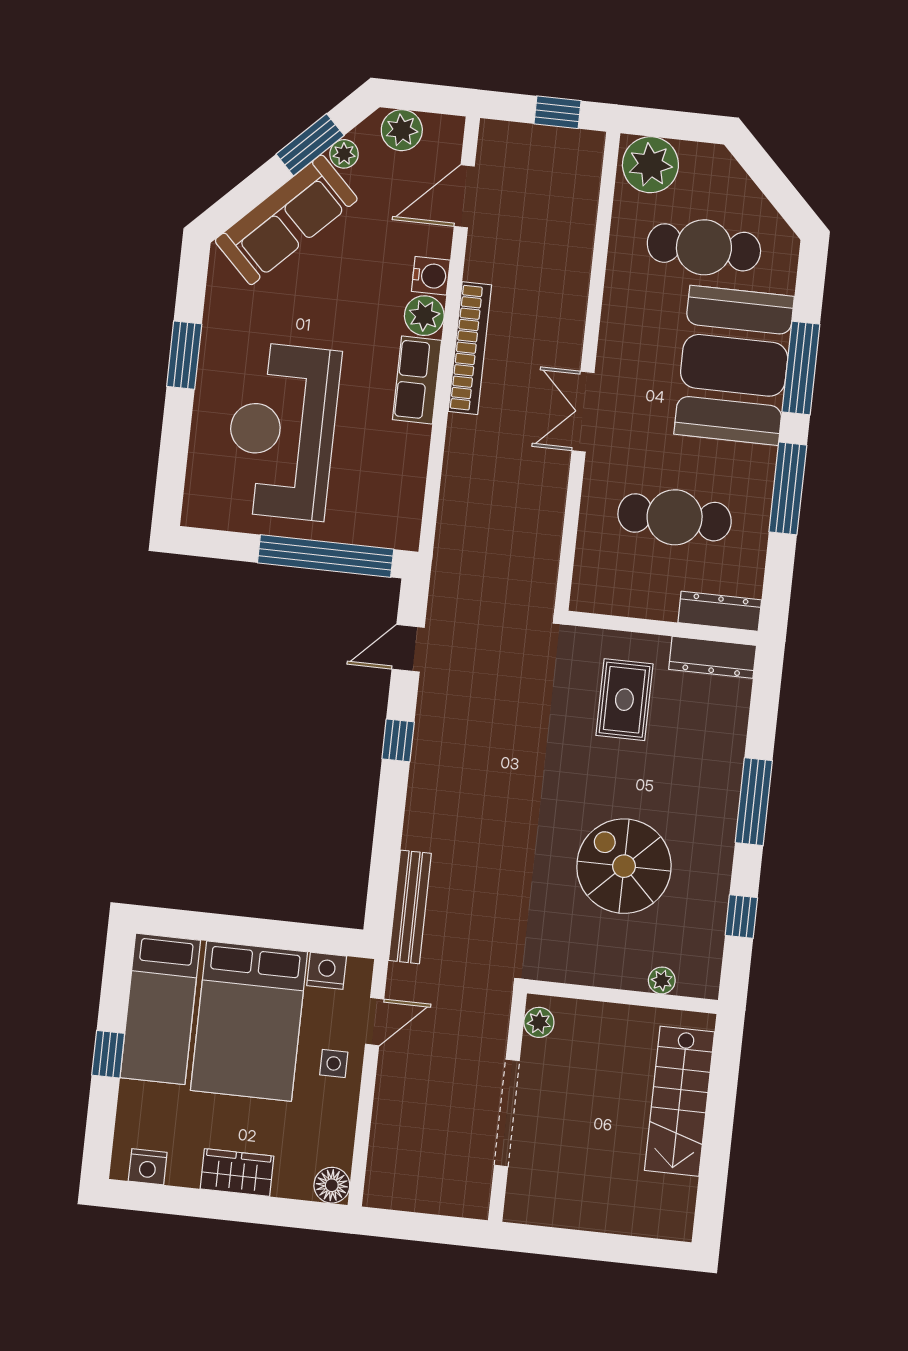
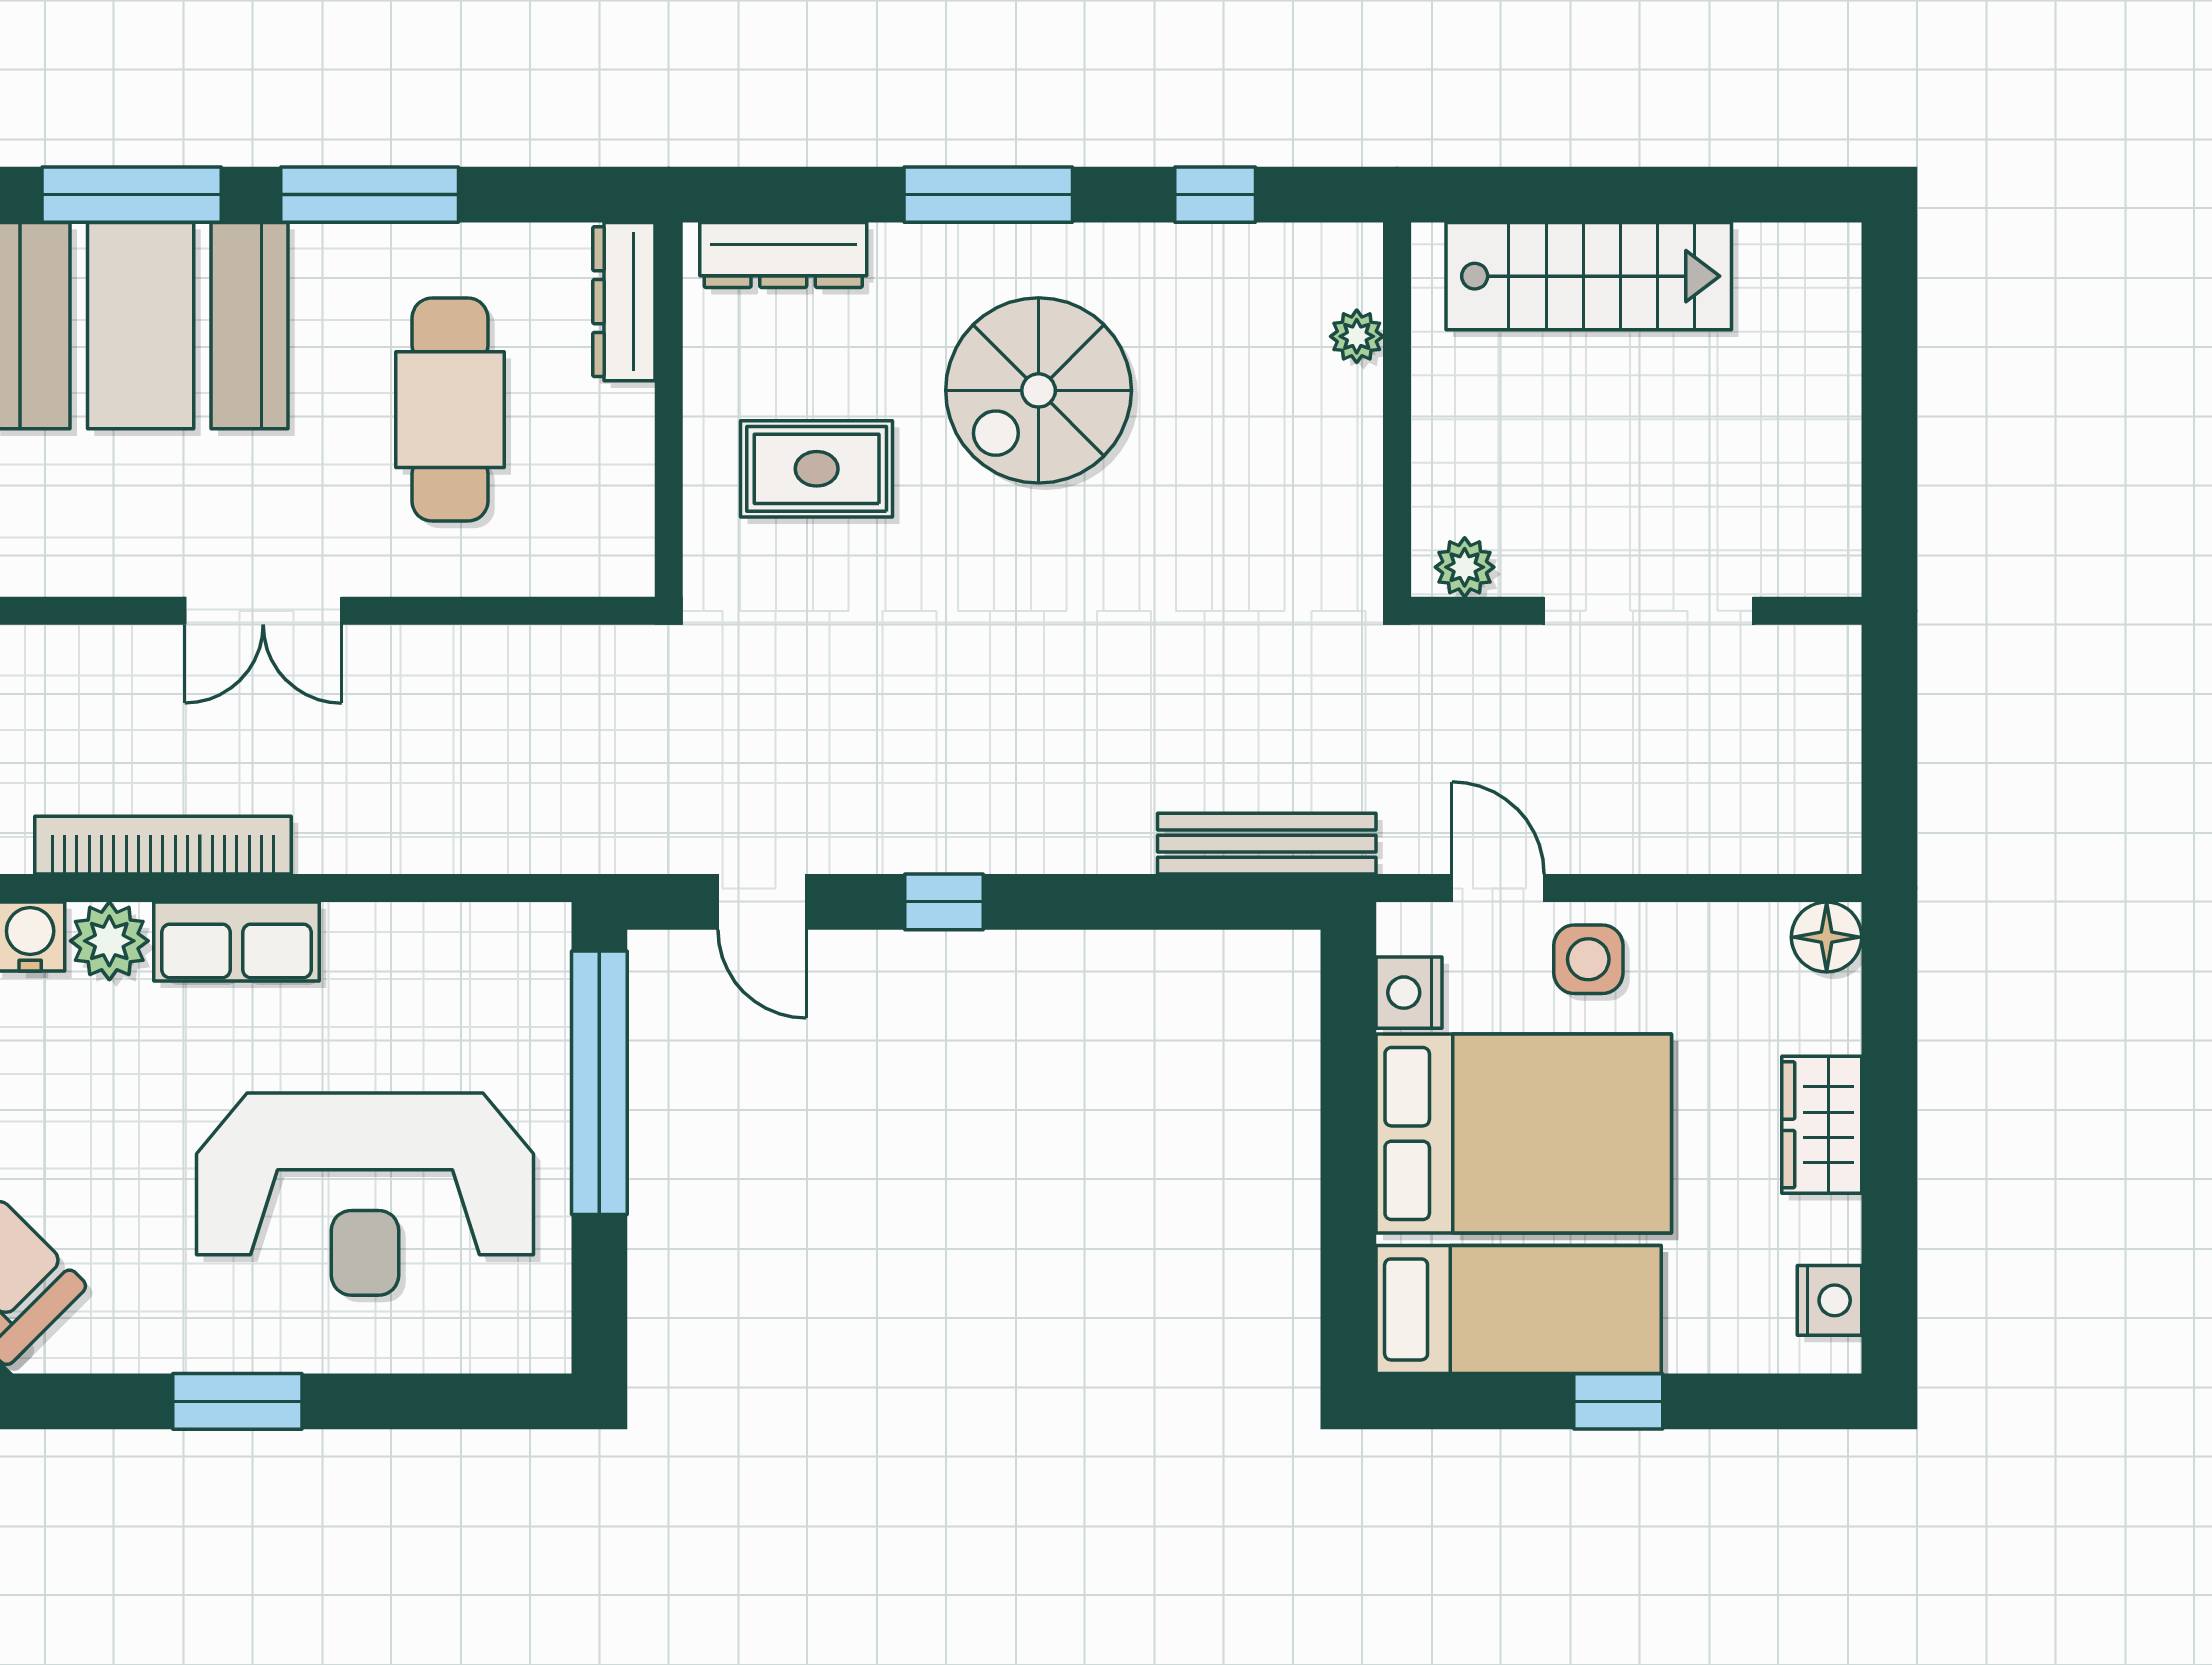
dresser: (713, 657) -> (783, 255), moved, turned 90
spiral stairs: (624, 866) -> (1039, 390), moved
side table: (334, 1063) -> (1588, 959), width x1.37, depth x1.37

